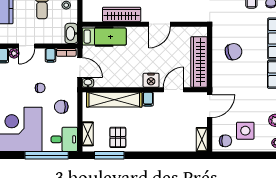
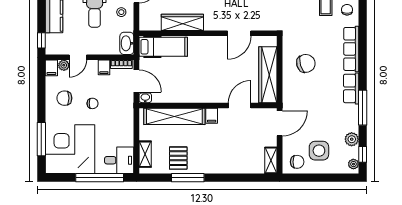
door: (160, 24) -> (239, 33), moved
nightstand: (151, 80) -> (215, 95), removed
chair: (61, 107) -> (64, 98), moved
window: (109, 155) -> (188, 178), moved

